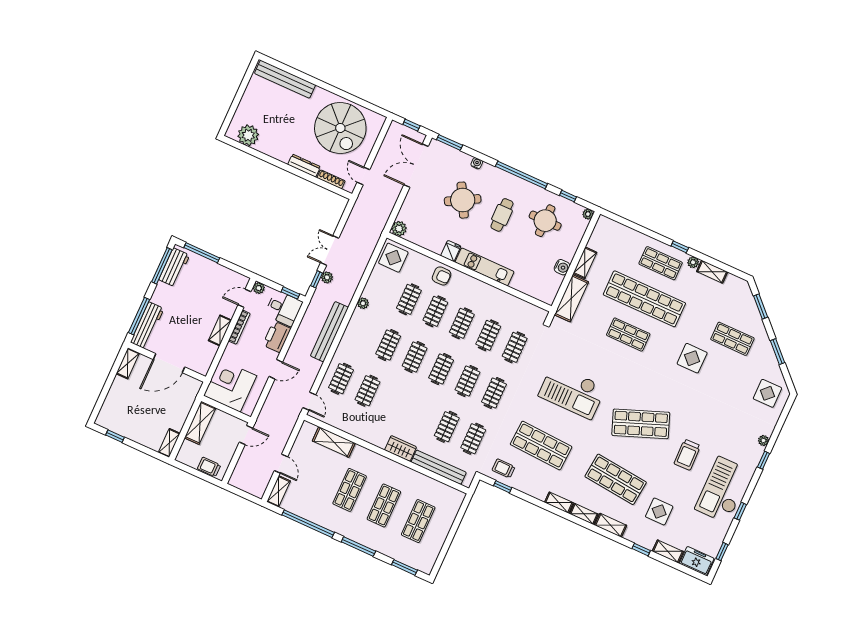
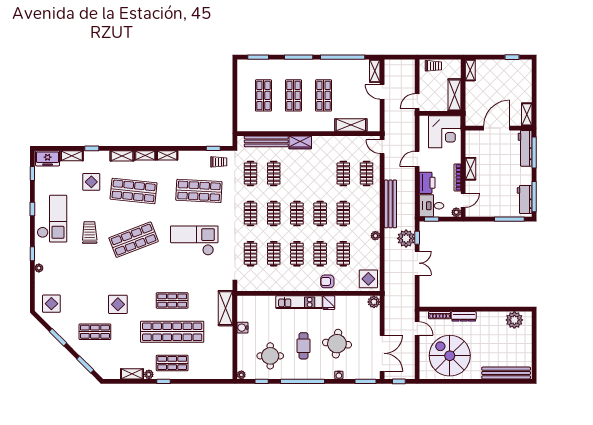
round table: (463, 200) -> (337, 344), turned 35
shelving: (585, 263) -> (227, 338), removed
plant: (327, 277) -> (406, 238), width x1.88, depth x1.88

